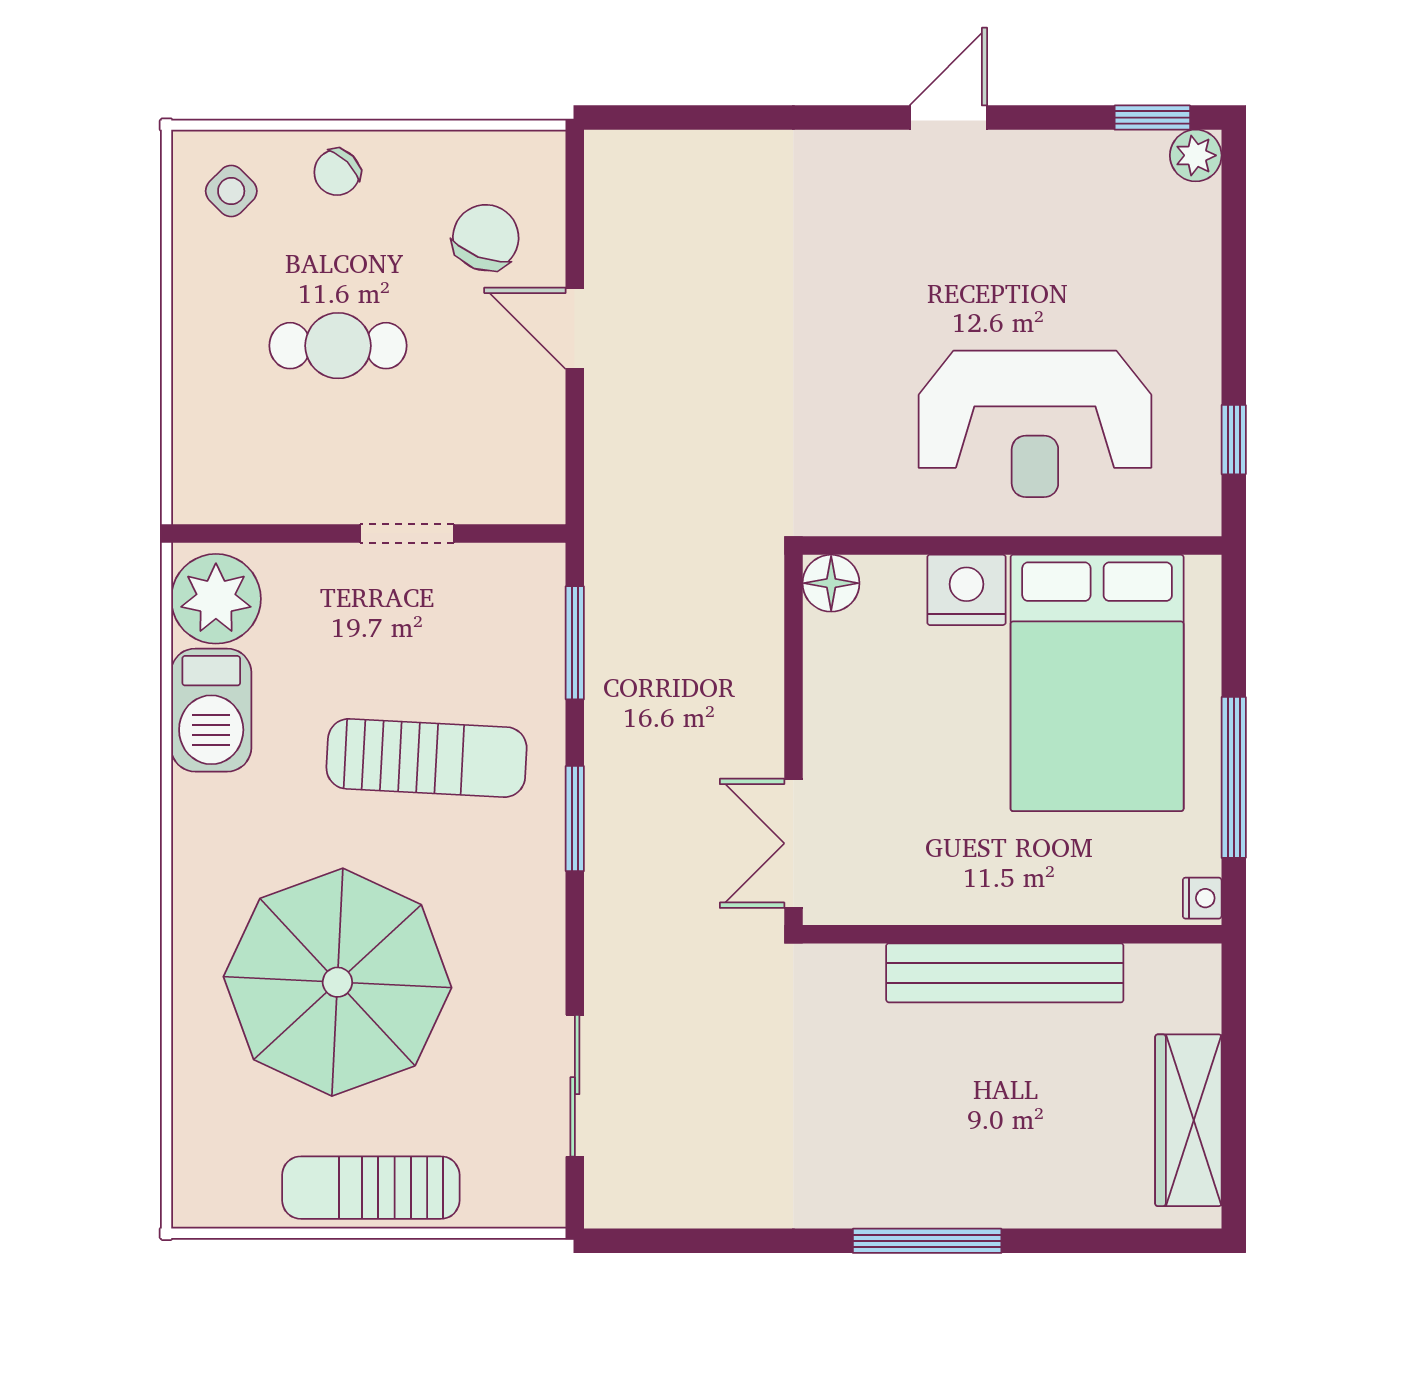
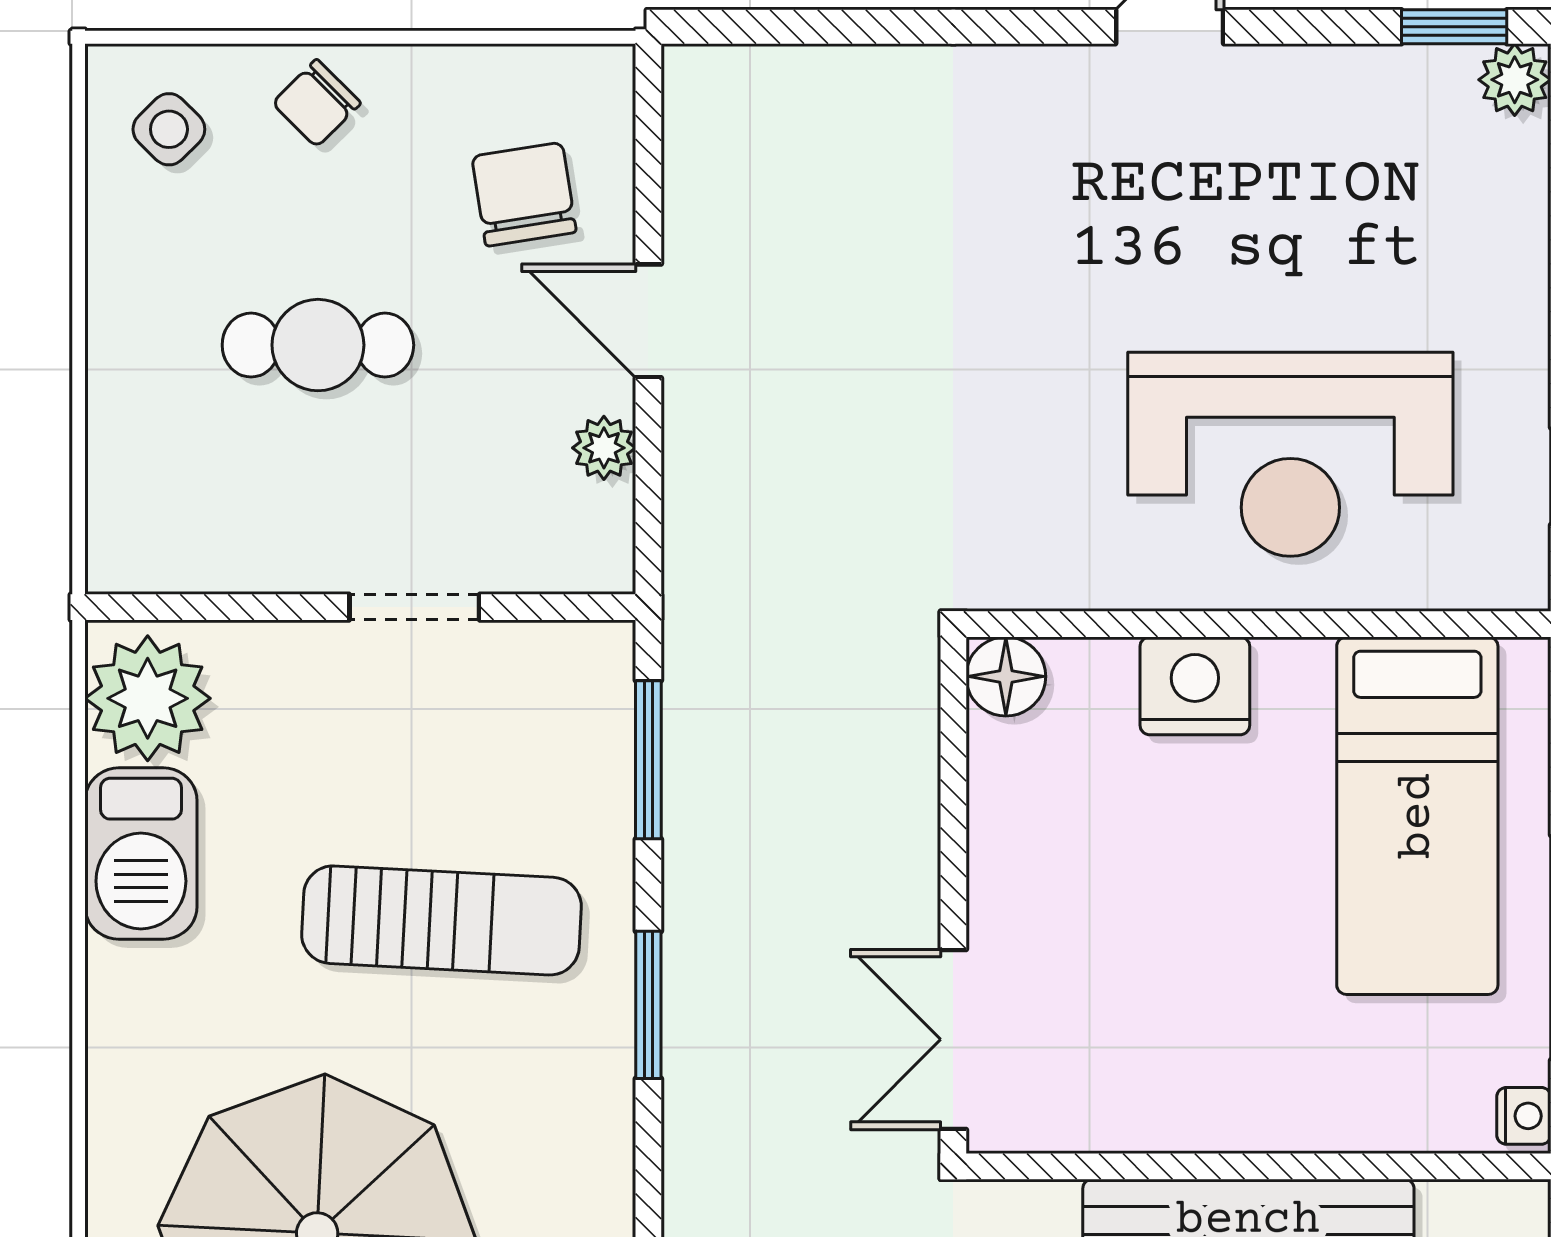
chair: (486, 238) -> (524, 194), turned -30
plant: (543, 419) -> (604, 448), added
bed: (1097, 683) -> (1417, 816), width x0.67

